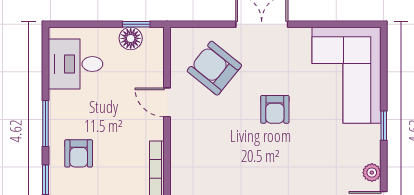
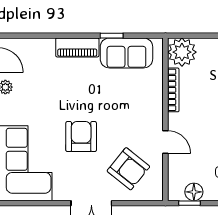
armchair: (275, 109) -> (81, 137), width x1.38, depth x1.38

